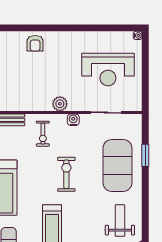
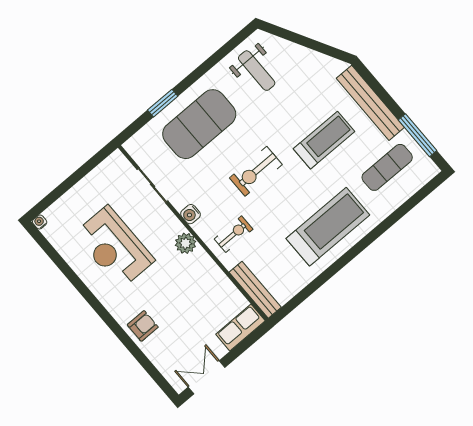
reception desk: (108, 69) -> (114, 247), moved, turned 180
weight bench: (120, 221) -> (257, 71), turned -90

